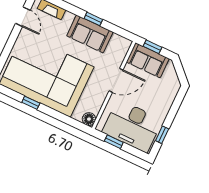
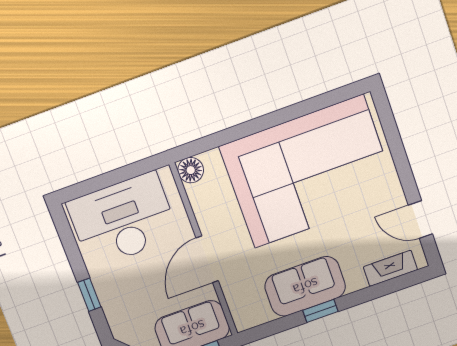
window: (31, 103) -> (293, 112), removed
window: (162, 135) -> (89, 295), moved
window: (114, 142) -> (126, 173), removed

